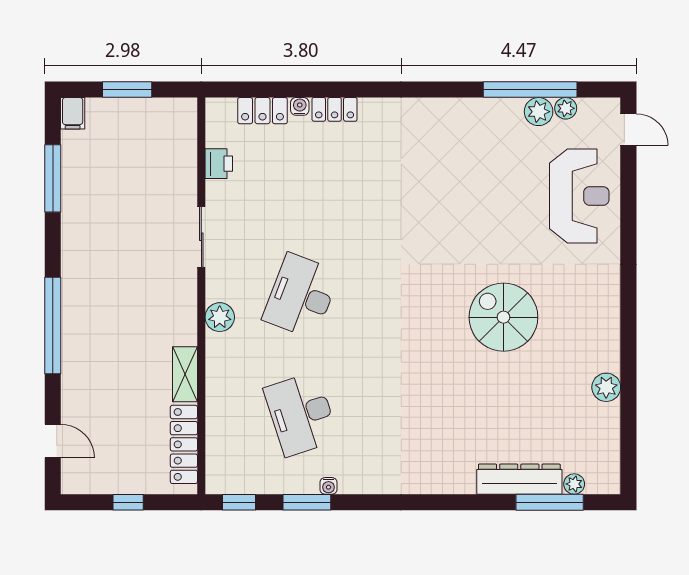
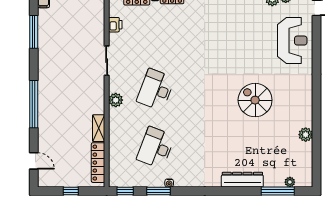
desk: (301, 414) -> (156, 148), turned 39
dresser: (519, 479) -> (242, 180), moved

